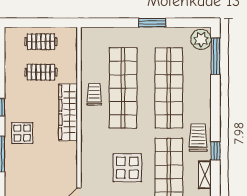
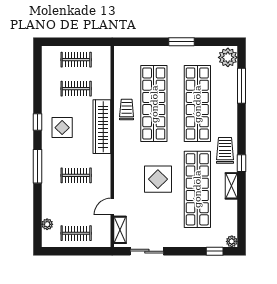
window: (215, 56) -> (241, 86), moved
display table: (22, 133) -> (62, 128), moved
clothes rail: (41, 164) -> (76, 175), added

